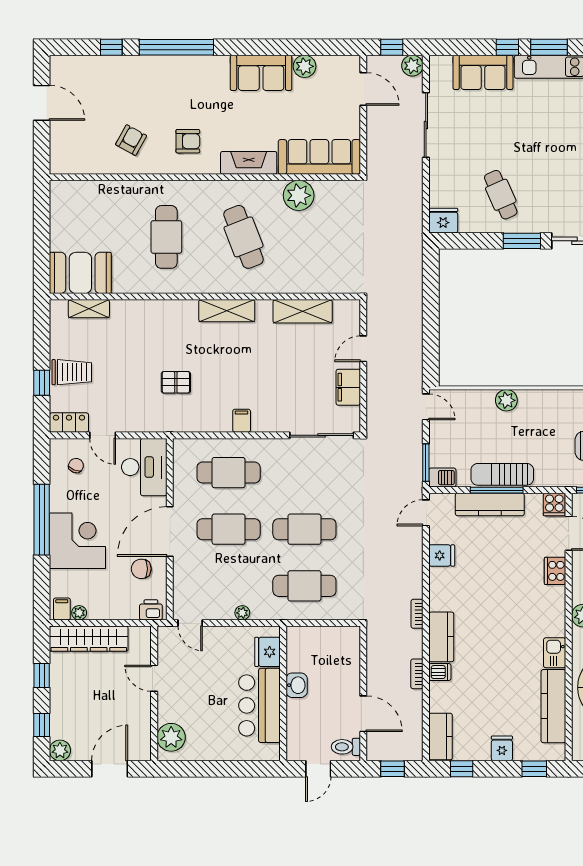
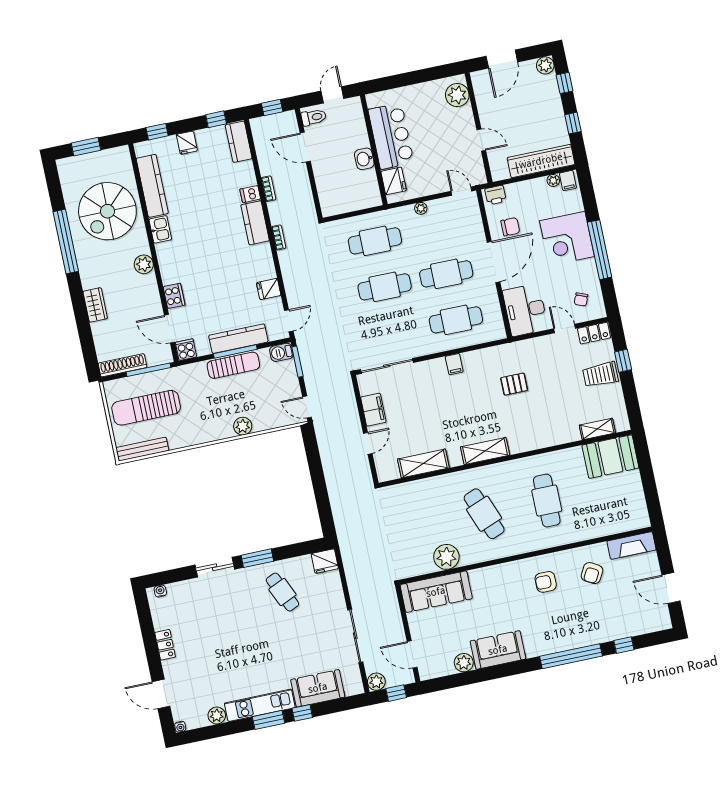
fireplace: (249, 163) -> (632, 545), moved

